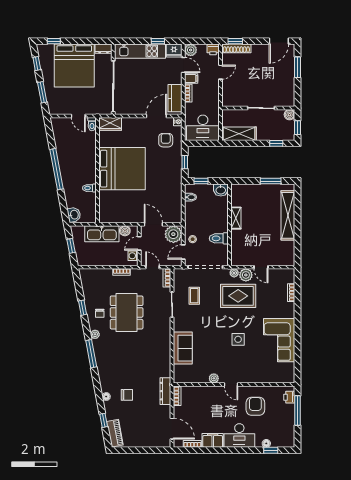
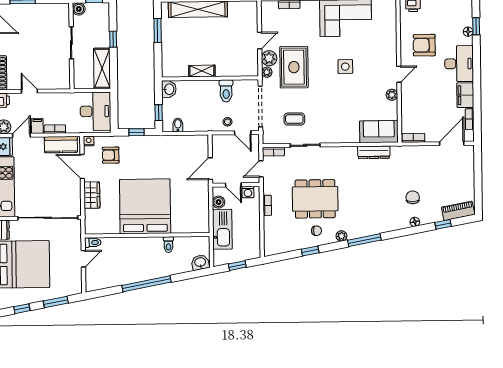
wardrobe: (110, 124) -> (92, 195), moved
window: (276, 143) -> (113, 39), moved
plant: (173, 234) -> (222, 145), removed
sofa: (183, 348) -> (379, 132), moved
dresser: (165, 391) -> (374, 152), moved

